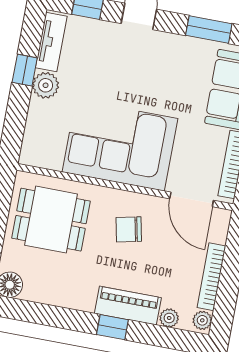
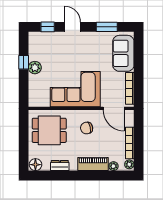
tv unit: (51, 42) -> (34, 47), removed
dresser: (59, 296) -> (60, 166), added
window: (112, 327) -> (88, 176), removed

